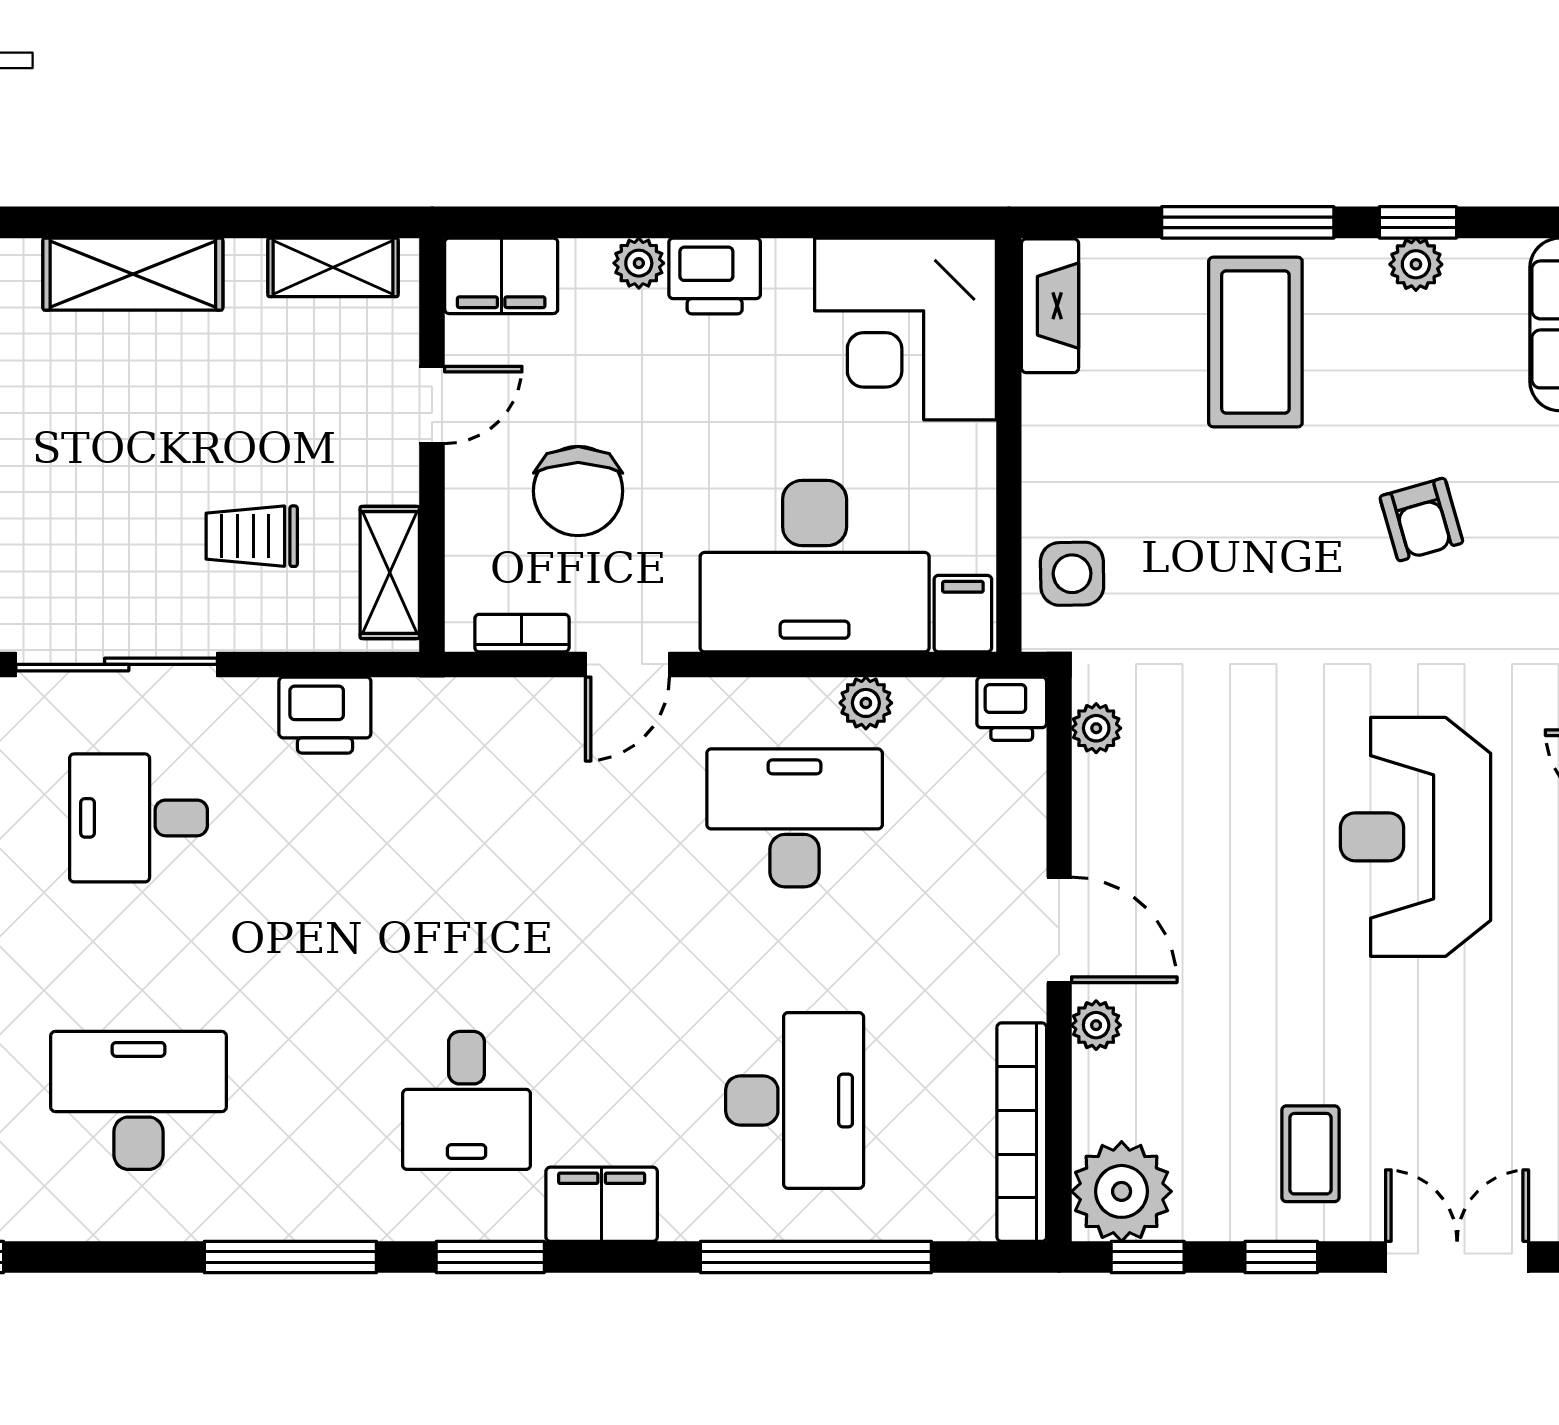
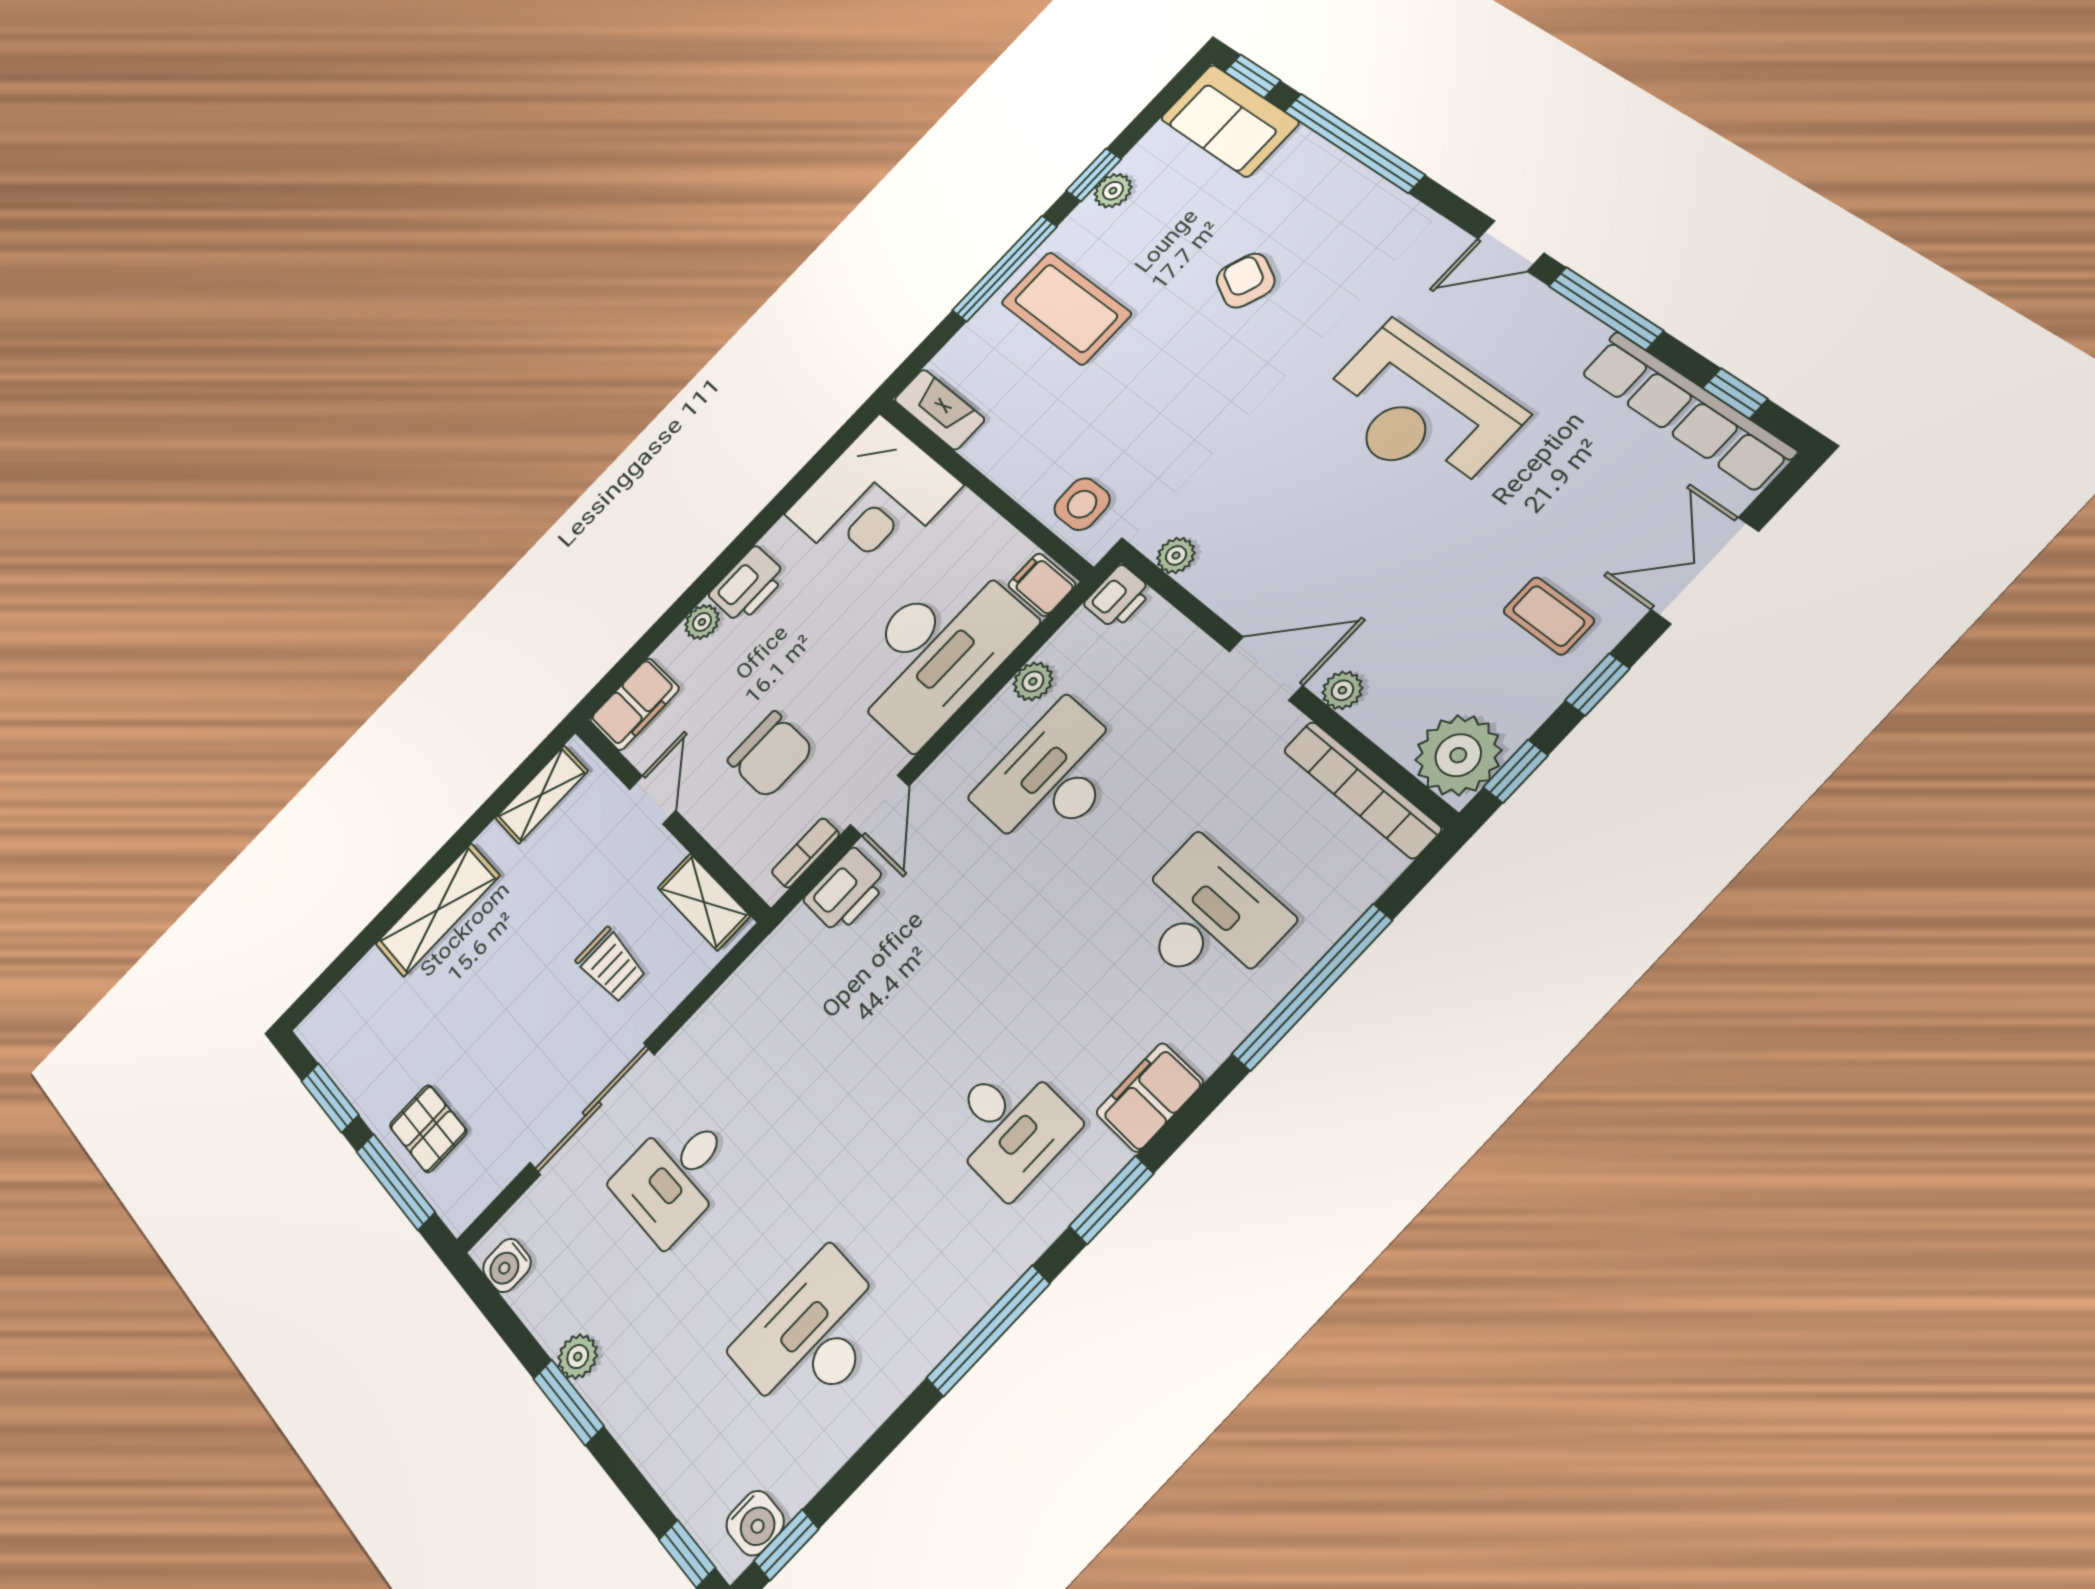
armchair: (1421, 520) -> (1246, 281), turned -140
trolley: (252, 536) -> (611, 965), turned -90
printer: (325, 715) -> (846, 891), moved

